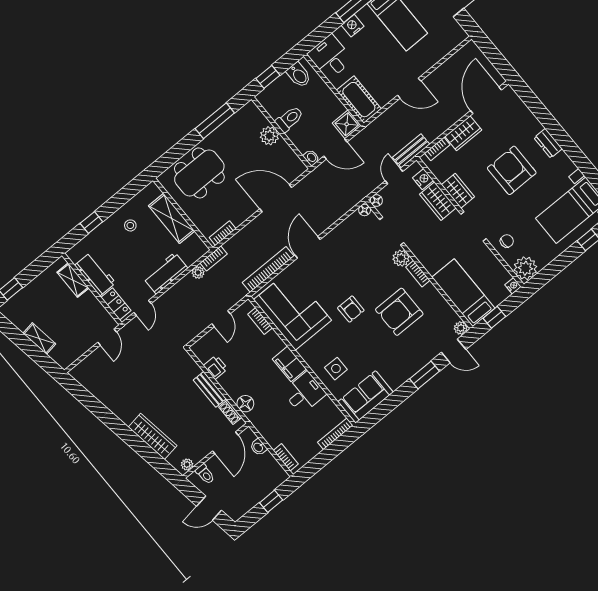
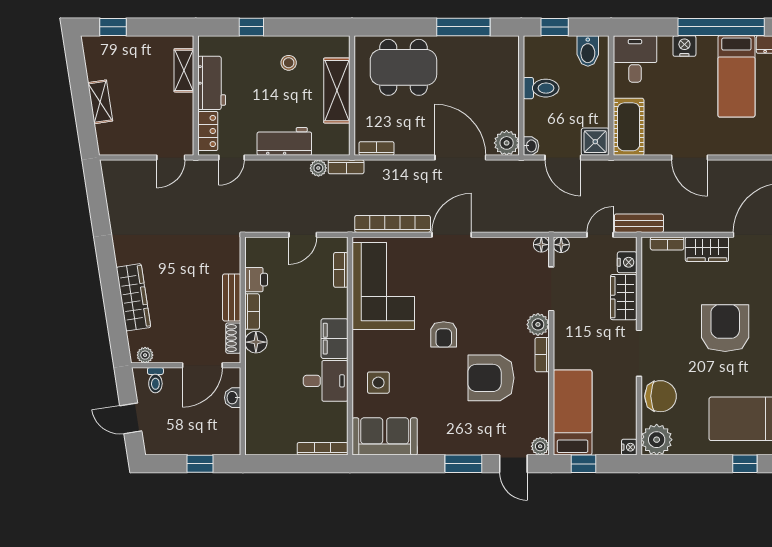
plant: (269, 136) -> (507, 143), moved
wardrobe: (458, 191) -> (653, 304), removed
chair: (507, 241) -> (661, 396), width x1.87, depth x1.87
bookcase: (286, 457) -> (252, 312), moved

